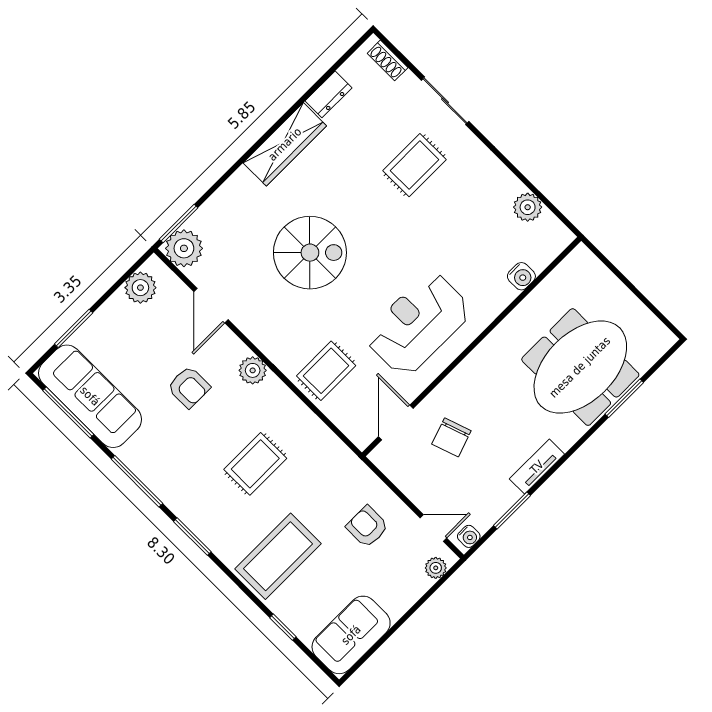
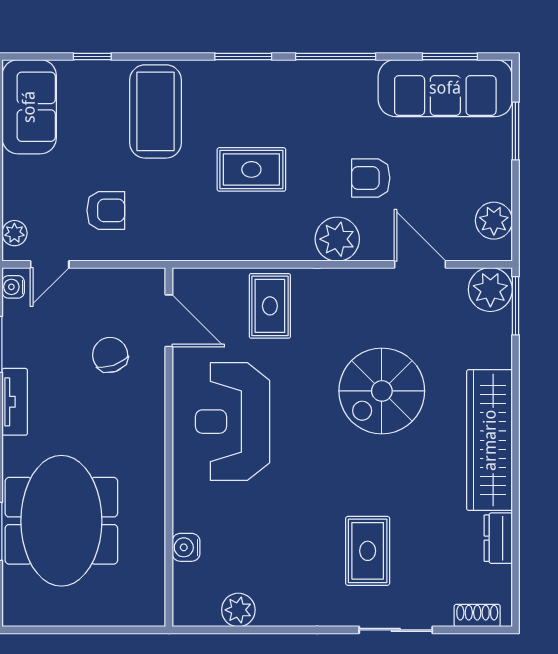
wardrobe: (285, 144) -> (490, 440), width x1.40, depth x1.17
reception desk: (418, 324) -> (232, 422), turned 180
plant: (253, 370) -> (337, 239), width x1.36, depth x1.36
window: (68, 413) -> (450, 56), width x0.69
rug: (255, 464) -> (251, 169), turned 90

